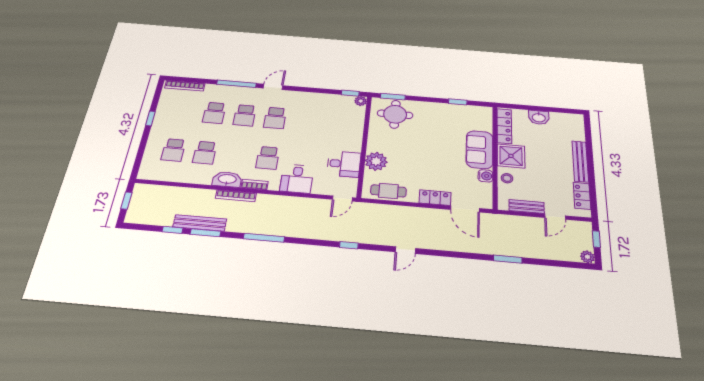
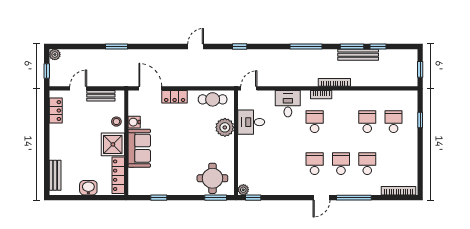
window: (150, 118) -> (420, 120), moved
bench: (580, 161) -> (55, 175), moved, width x0.73
washbasin: (227, 179) -> (344, 97), removed

